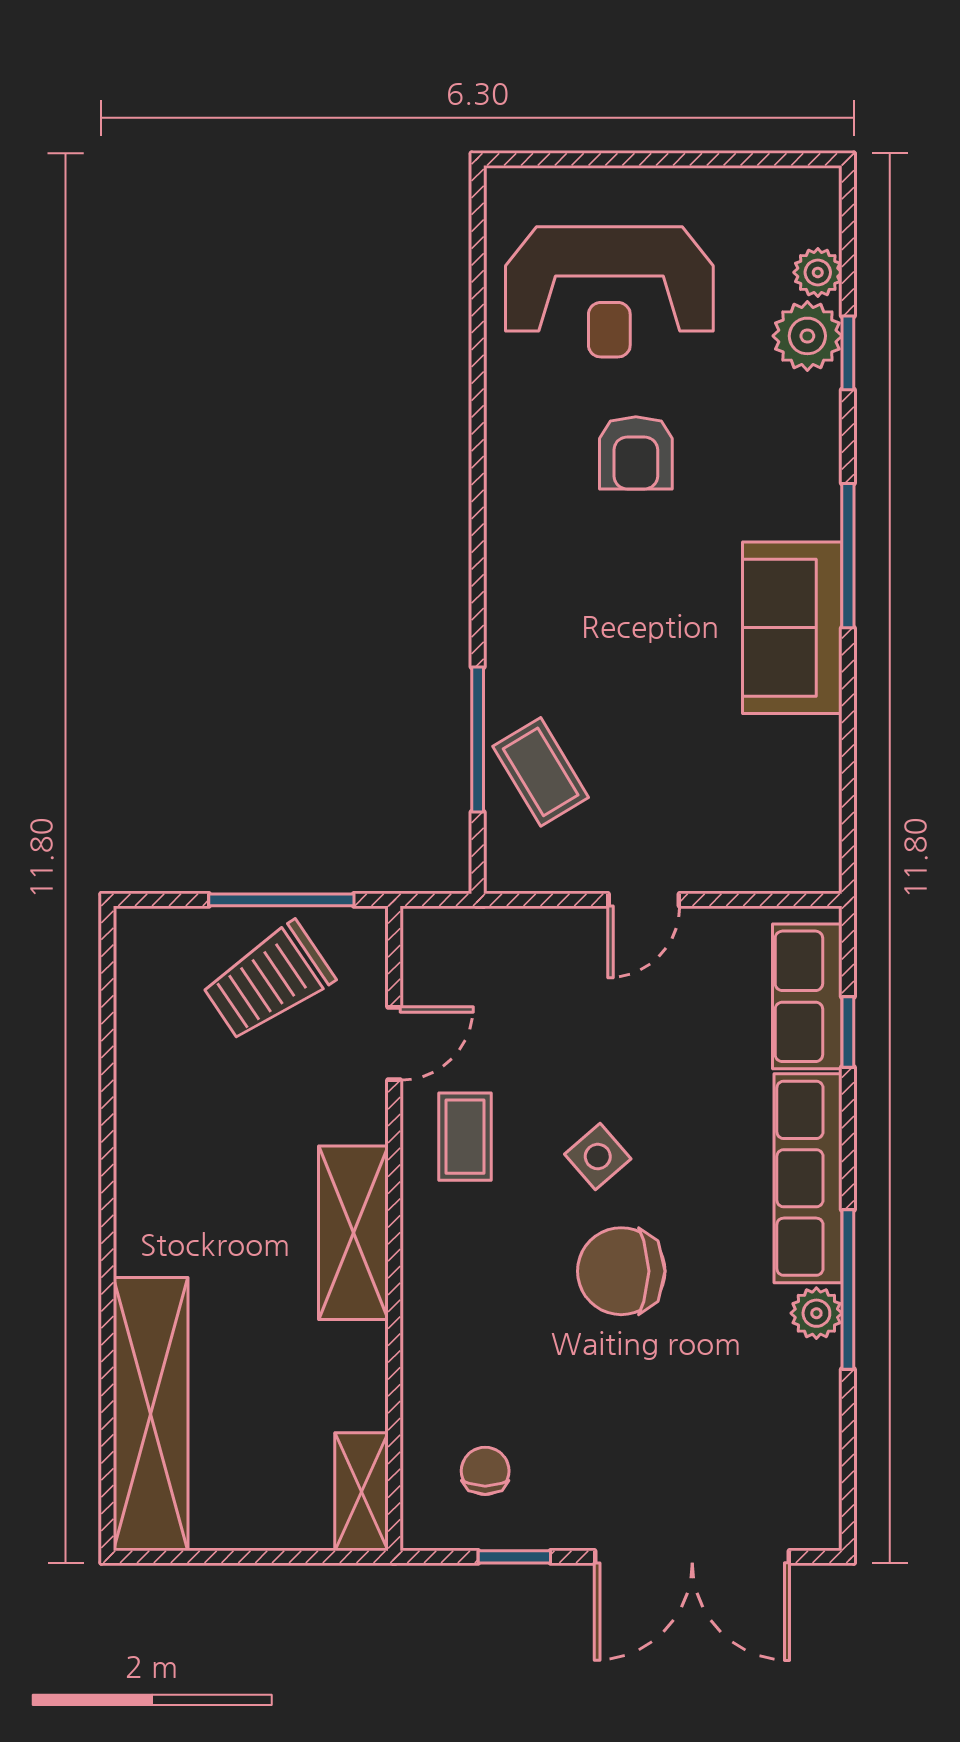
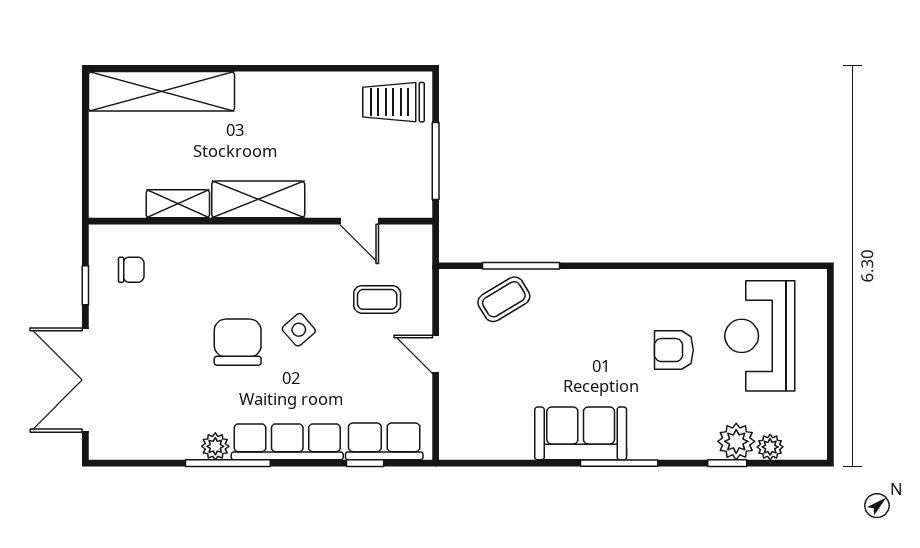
trolley: (268, 981) -> (394, 102), moved, turned -56
coffee table: (465, 1137) -> (377, 299), moved
shelving: (361, 1492) -> (178, 204), moved

